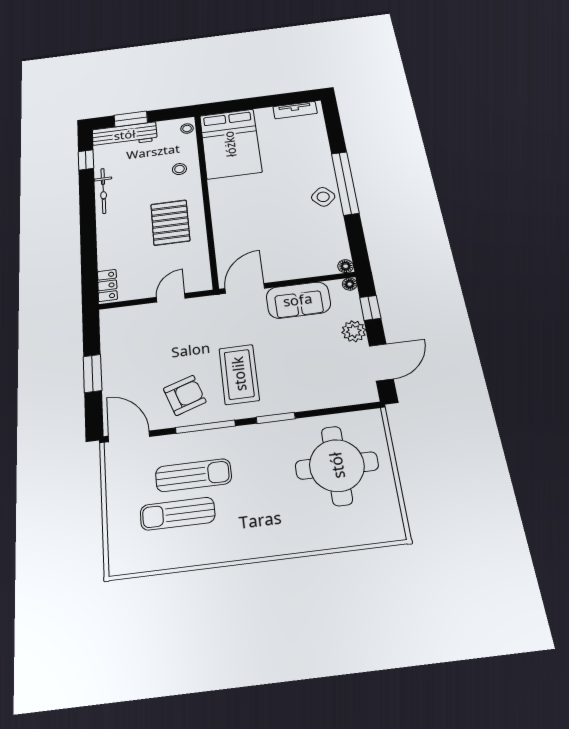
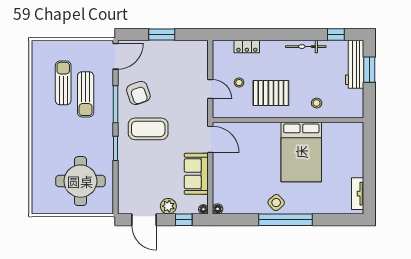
stool: (187, 129) -> (239, 82), moved
bed: (230, 144) -> (301, 152), moved, turned -90
locker: (107, 285) -> (247, 47), moved

